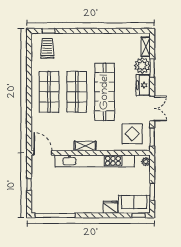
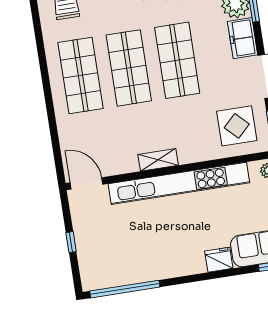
shop shelf: (105, 92) -> (177, 60), width x0.71

